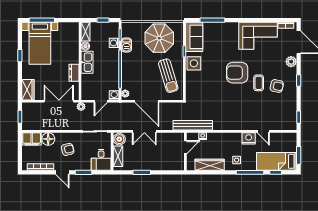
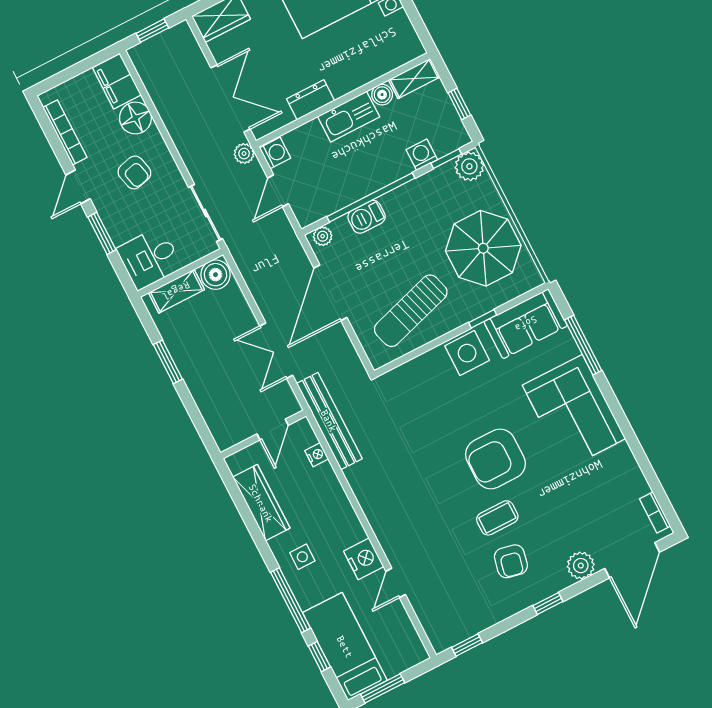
plant: (127, 28) -> (469, 166), added
corner sofa: (258, 36) -> (574, 412), moved
barbecue: (126, 45) -> (367, 217), moved
armchair: (237, 73) -> (495, 459), turned -90
washing machine: (114, 95) -> (275, 153), moved
door: (101, 101) -> (278, 191), hinge flipped
double door: (144, 131) -> (276, 351), moved
door: (185, 147) -> (273, 430), hinge flipped

